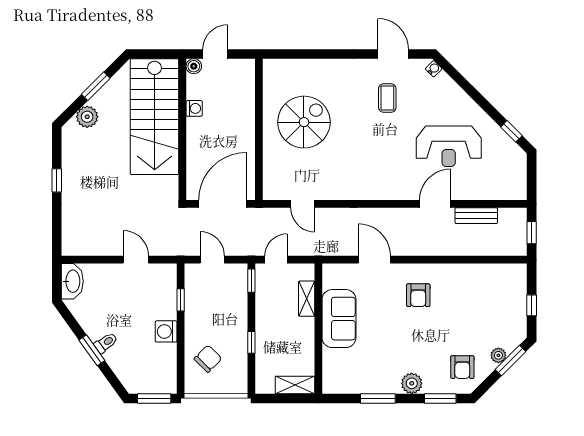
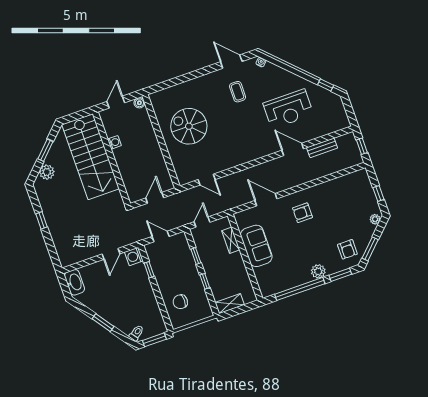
boiler: (194, 66) -> (139, 103), moved
spiral stairs: (304, 122) -> (189, 126), turned -90
door: (223, 204) -> (155, 198), width x0.53
door: (435, 204) -> (293, 149), hinge flipped
door: (136, 260) -> (111, 254), swing flipped
window: (251, 281) -> (196, 256), moved
armchair: (418, 295) -> (302, 213), turned 90
washing machine: (166, 331) -> (134, 256), moved
toilet: (106, 343) -> (136, 333), moved
plant: (498, 355) -> (375, 219), moved
chair: (208, 359) -> (180, 302), turned -135
window: (511, 361) -> (370, 249), moved
shelving: (295, 385) -> (230, 304), moved
window: (378, 398) -> (300, 289), width x2.11

